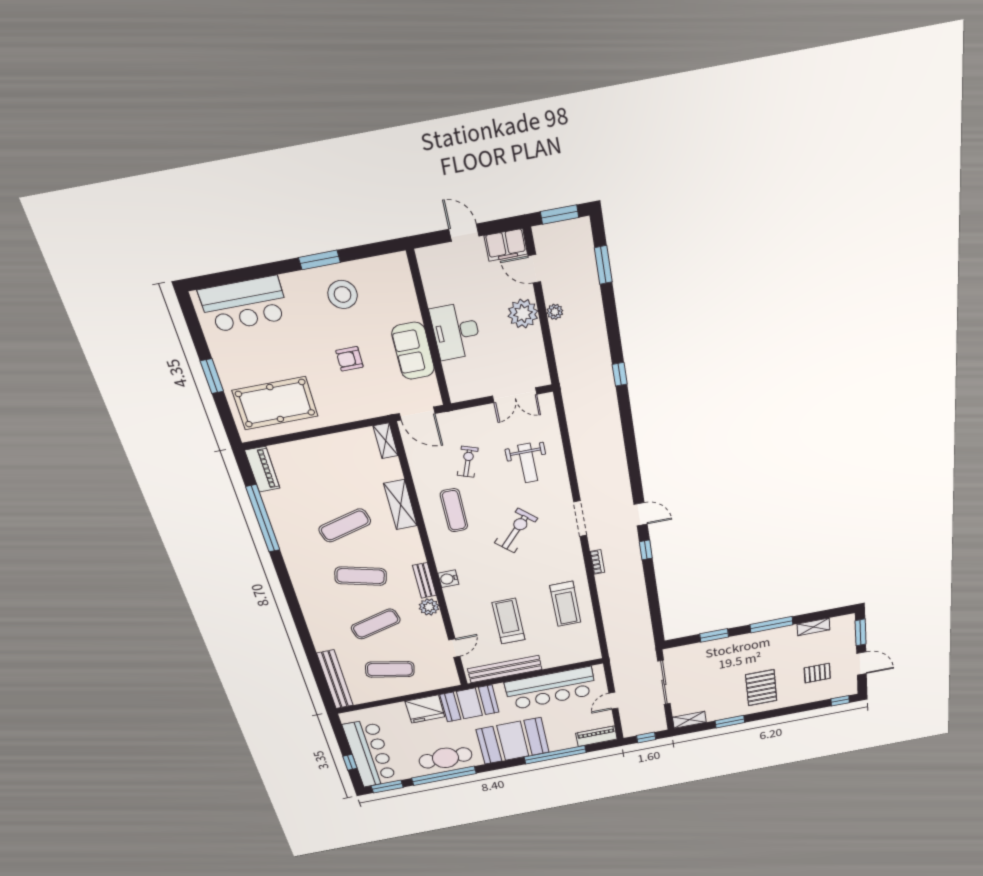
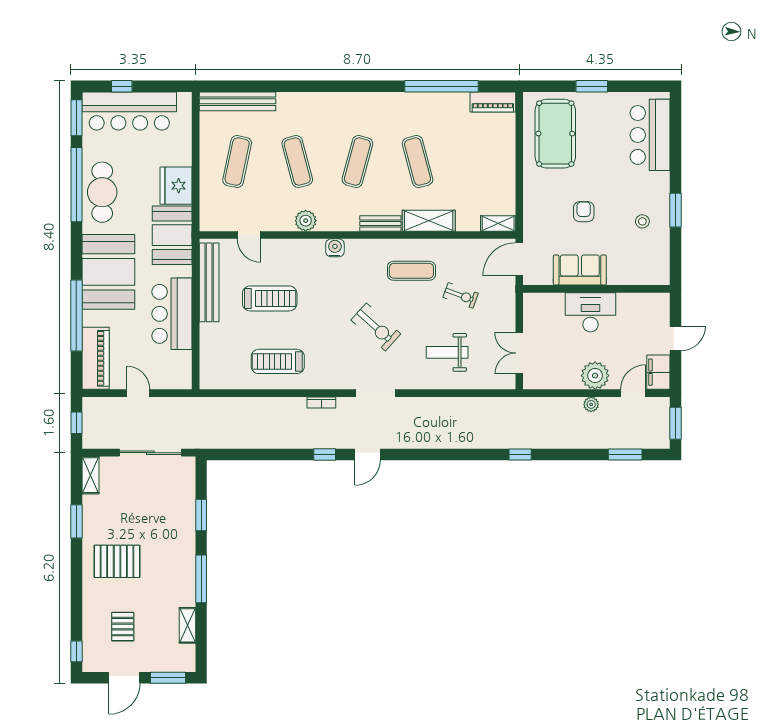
stool: (343, 294) -> (642, 221), width x0.53, depth x0.53
bench: (424, 580) -> (380, 223), moved
bar counter: (551, 688) -> (172, 314), width x0.73
piano: (596, 736) -> (96, 358), width x1.37, depth x1.33

